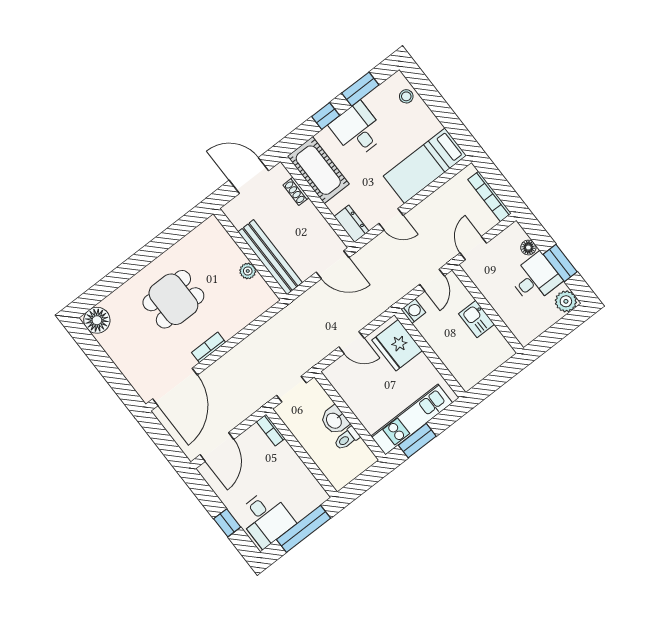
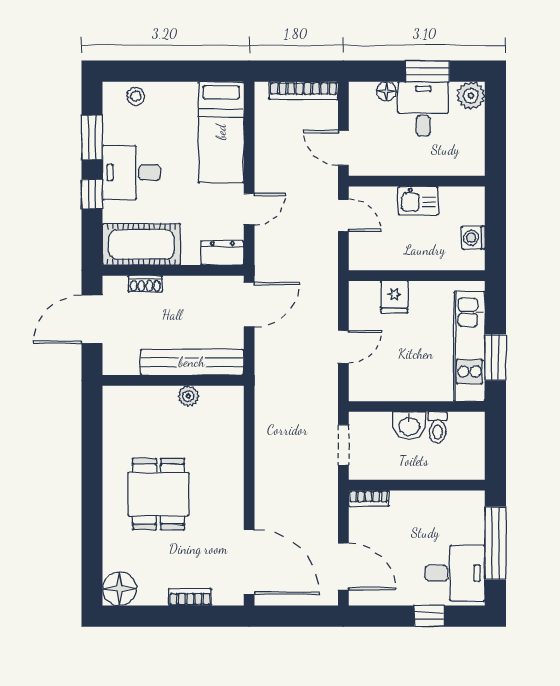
washing machine: (413, 311) -> (473, 238), moved, turned -90
fridge: (397, 345) -> (394, 297), width x0.53, depth x0.75
bookcase: (209, 347) -> (190, 597), moved, turned 90

